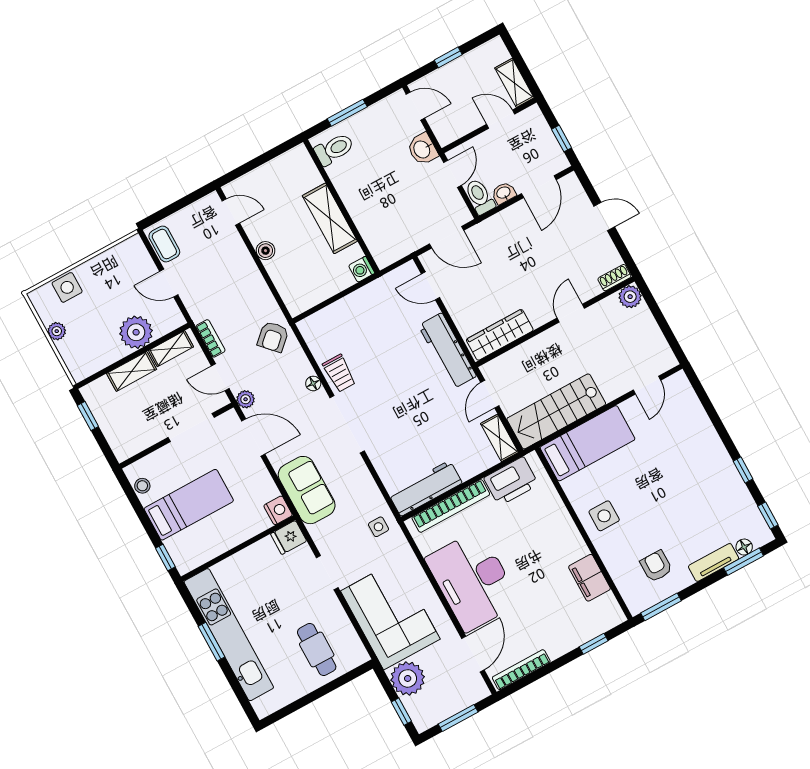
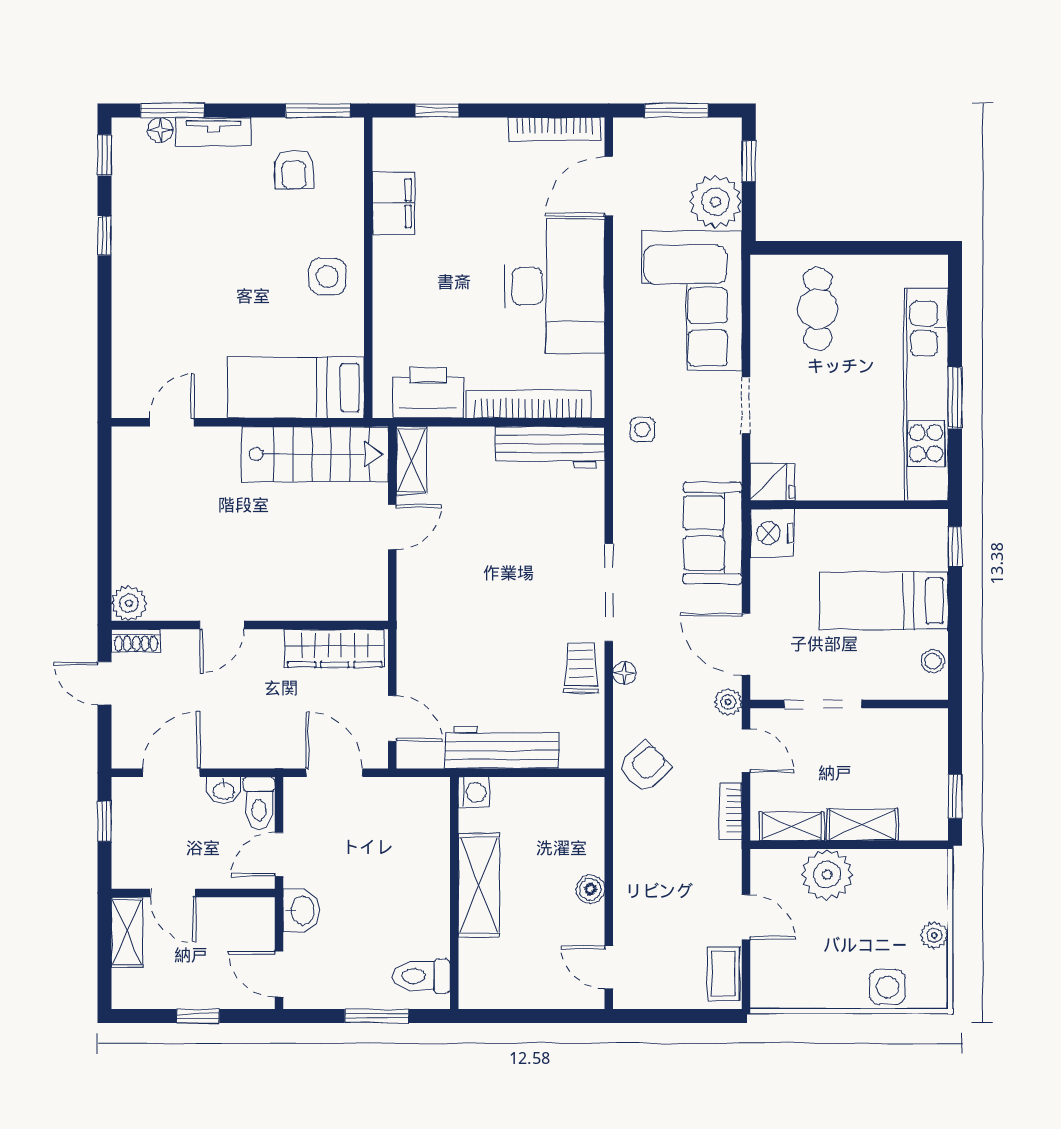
shoe rack: (614, 278) -> (136, 641), moved
plant: (630, 297) -> (129, 603), moved
door: (571, 313) -> (222, 625), moved
wall: (555, 322) -> (250, 625), moved
wardrobe: (500, 335) -> (335, 648), moved
workbench: (447, 351) -> (502, 747), moved, turned -90
nightstand: (278, 510) -> (772, 533), width x1.36, depth x1.33

